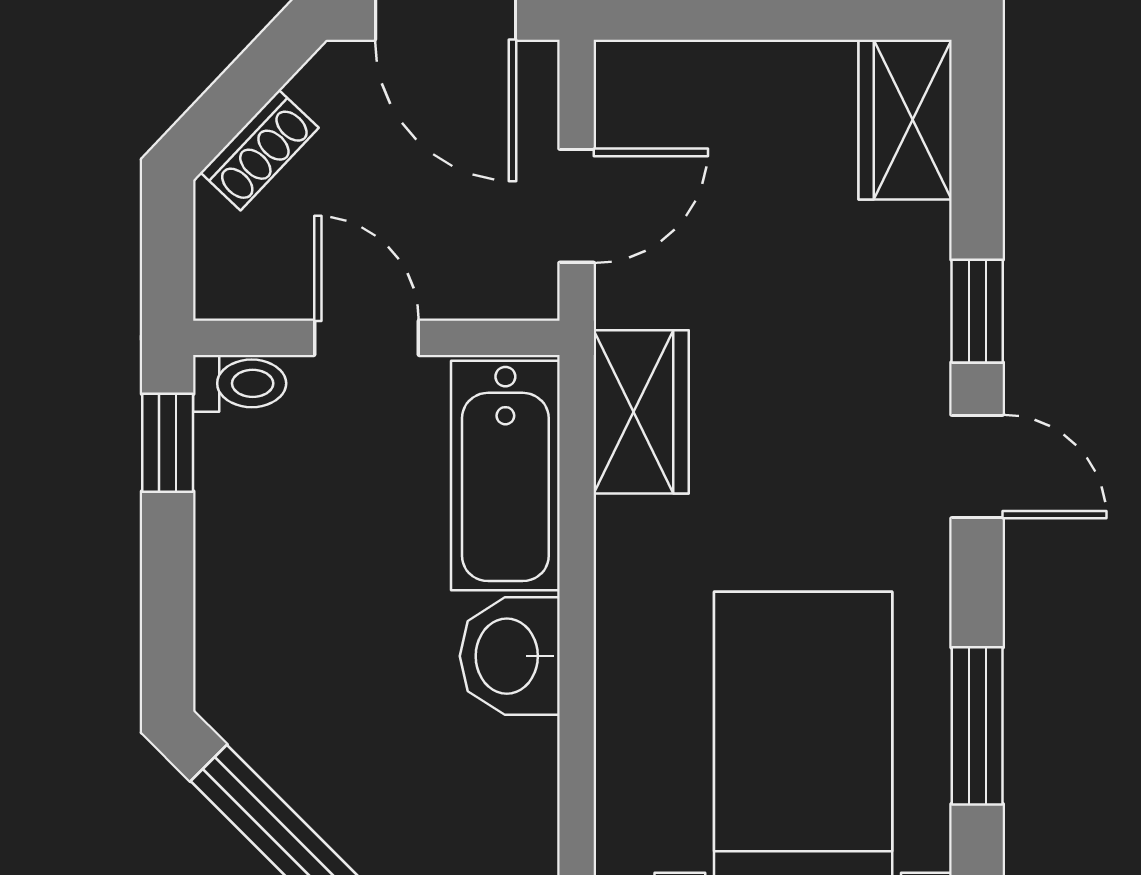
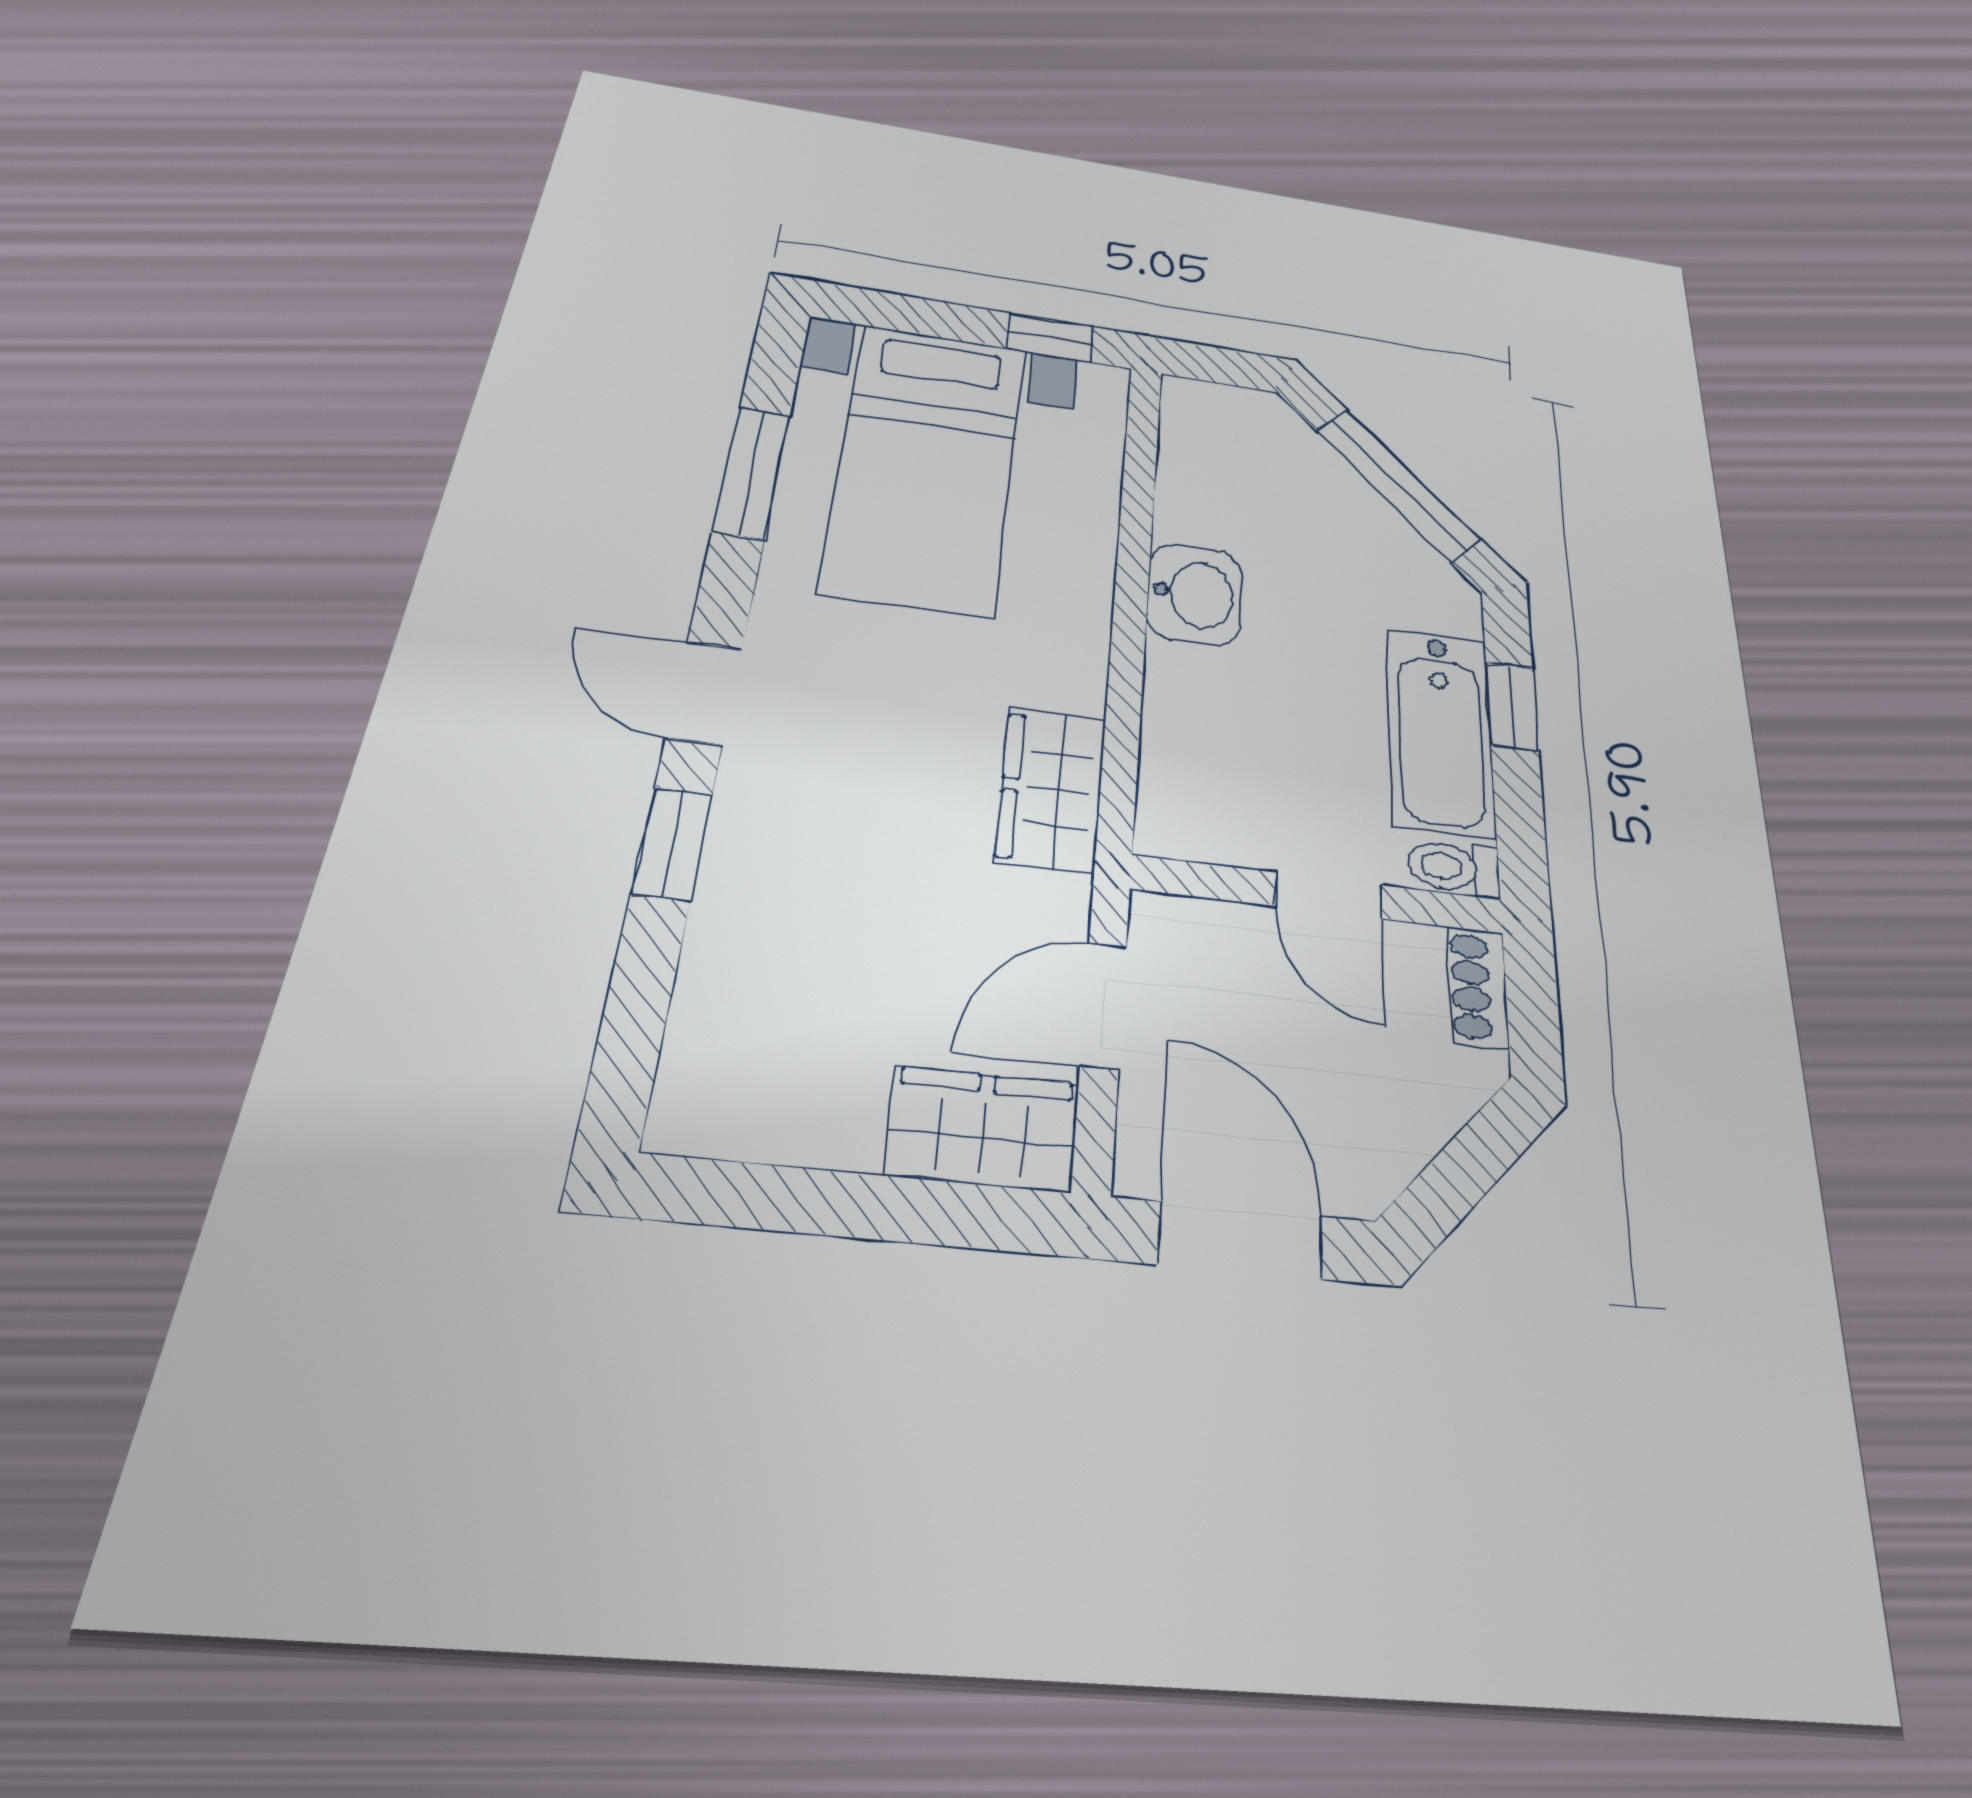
wardrobe: (905, 120) -> (983, 1129), moved, turned -90
shoe rack: (260, 150) -> (1478, 987), moved, turned -43
window: (168, 443) -> (1512, 706), moved
bathtub: (505, 475) -> (1440, 731), moved, turned 180

